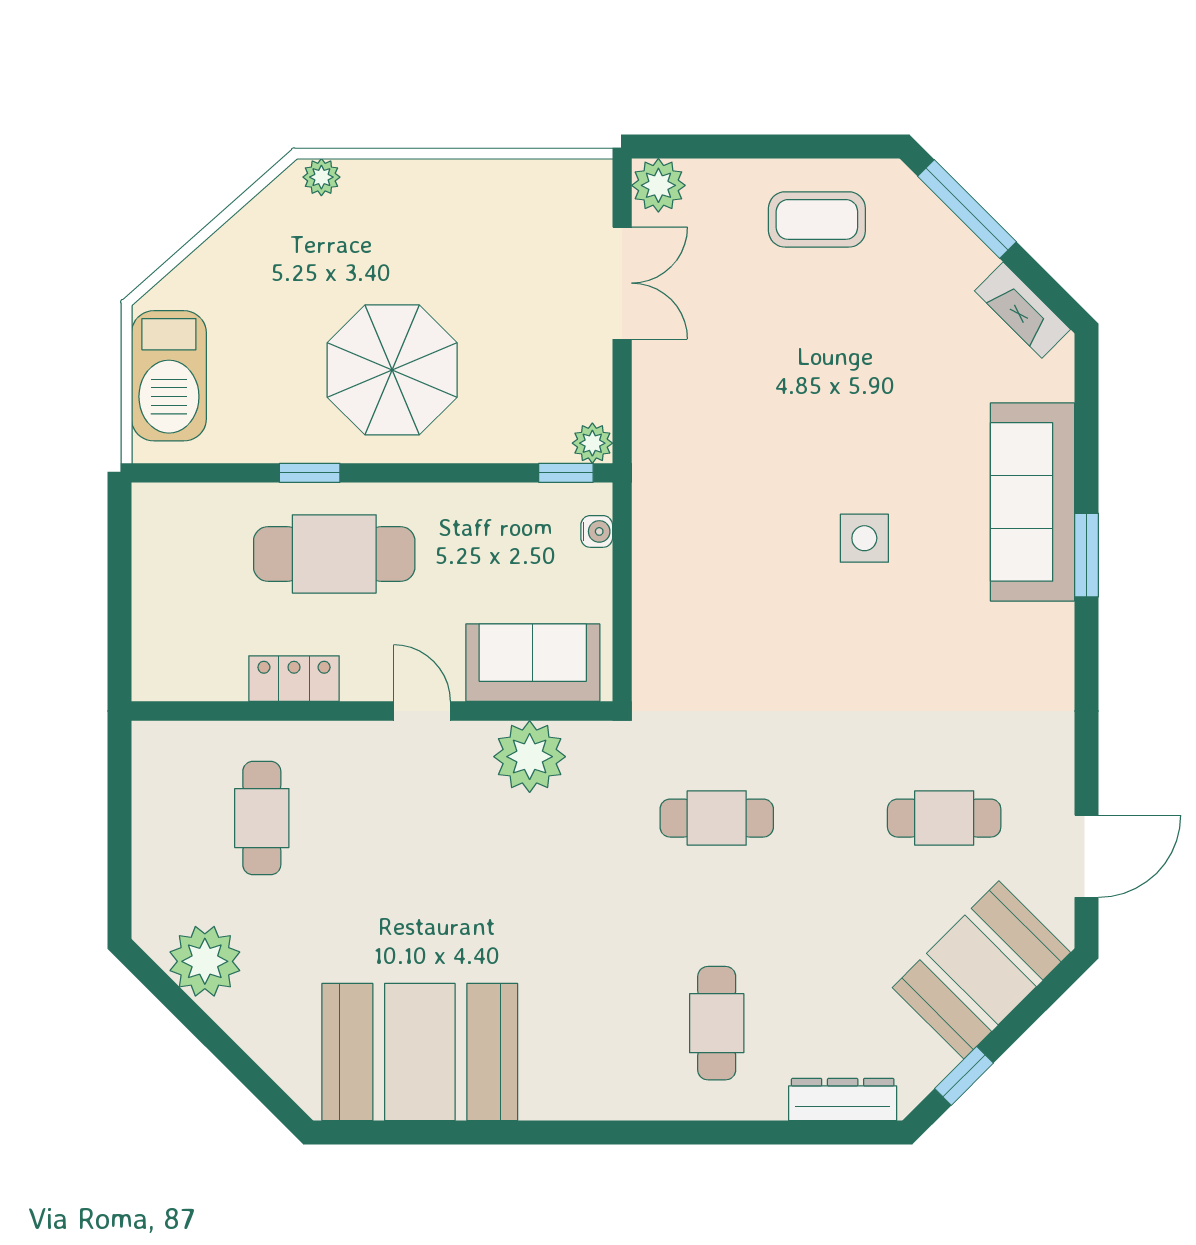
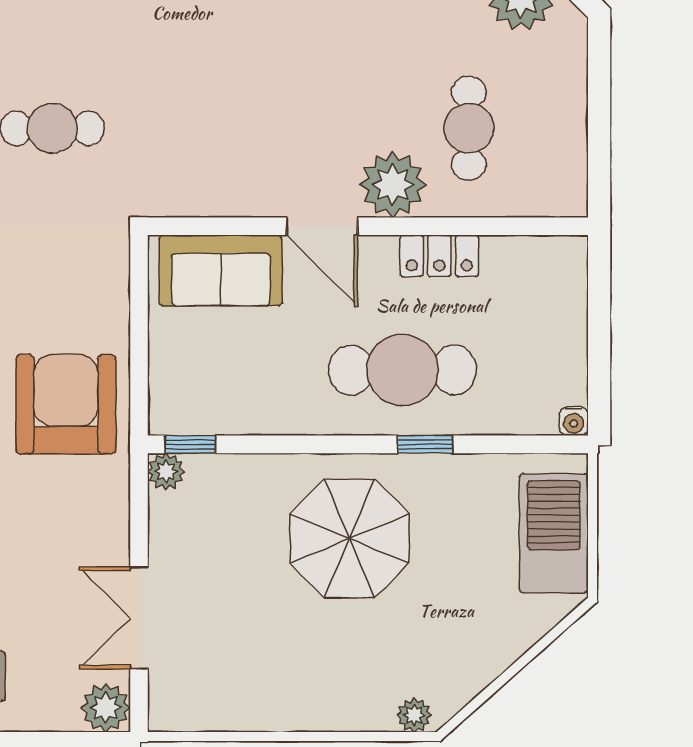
armchair: (702, 517) -> (66, 404), added
water cooler: (597, 531) -> (574, 421), moved, turned -90
door: (422, 711) -> (322, 226), width x1.38
plant: (530, 757) -> (393, 185), moved

